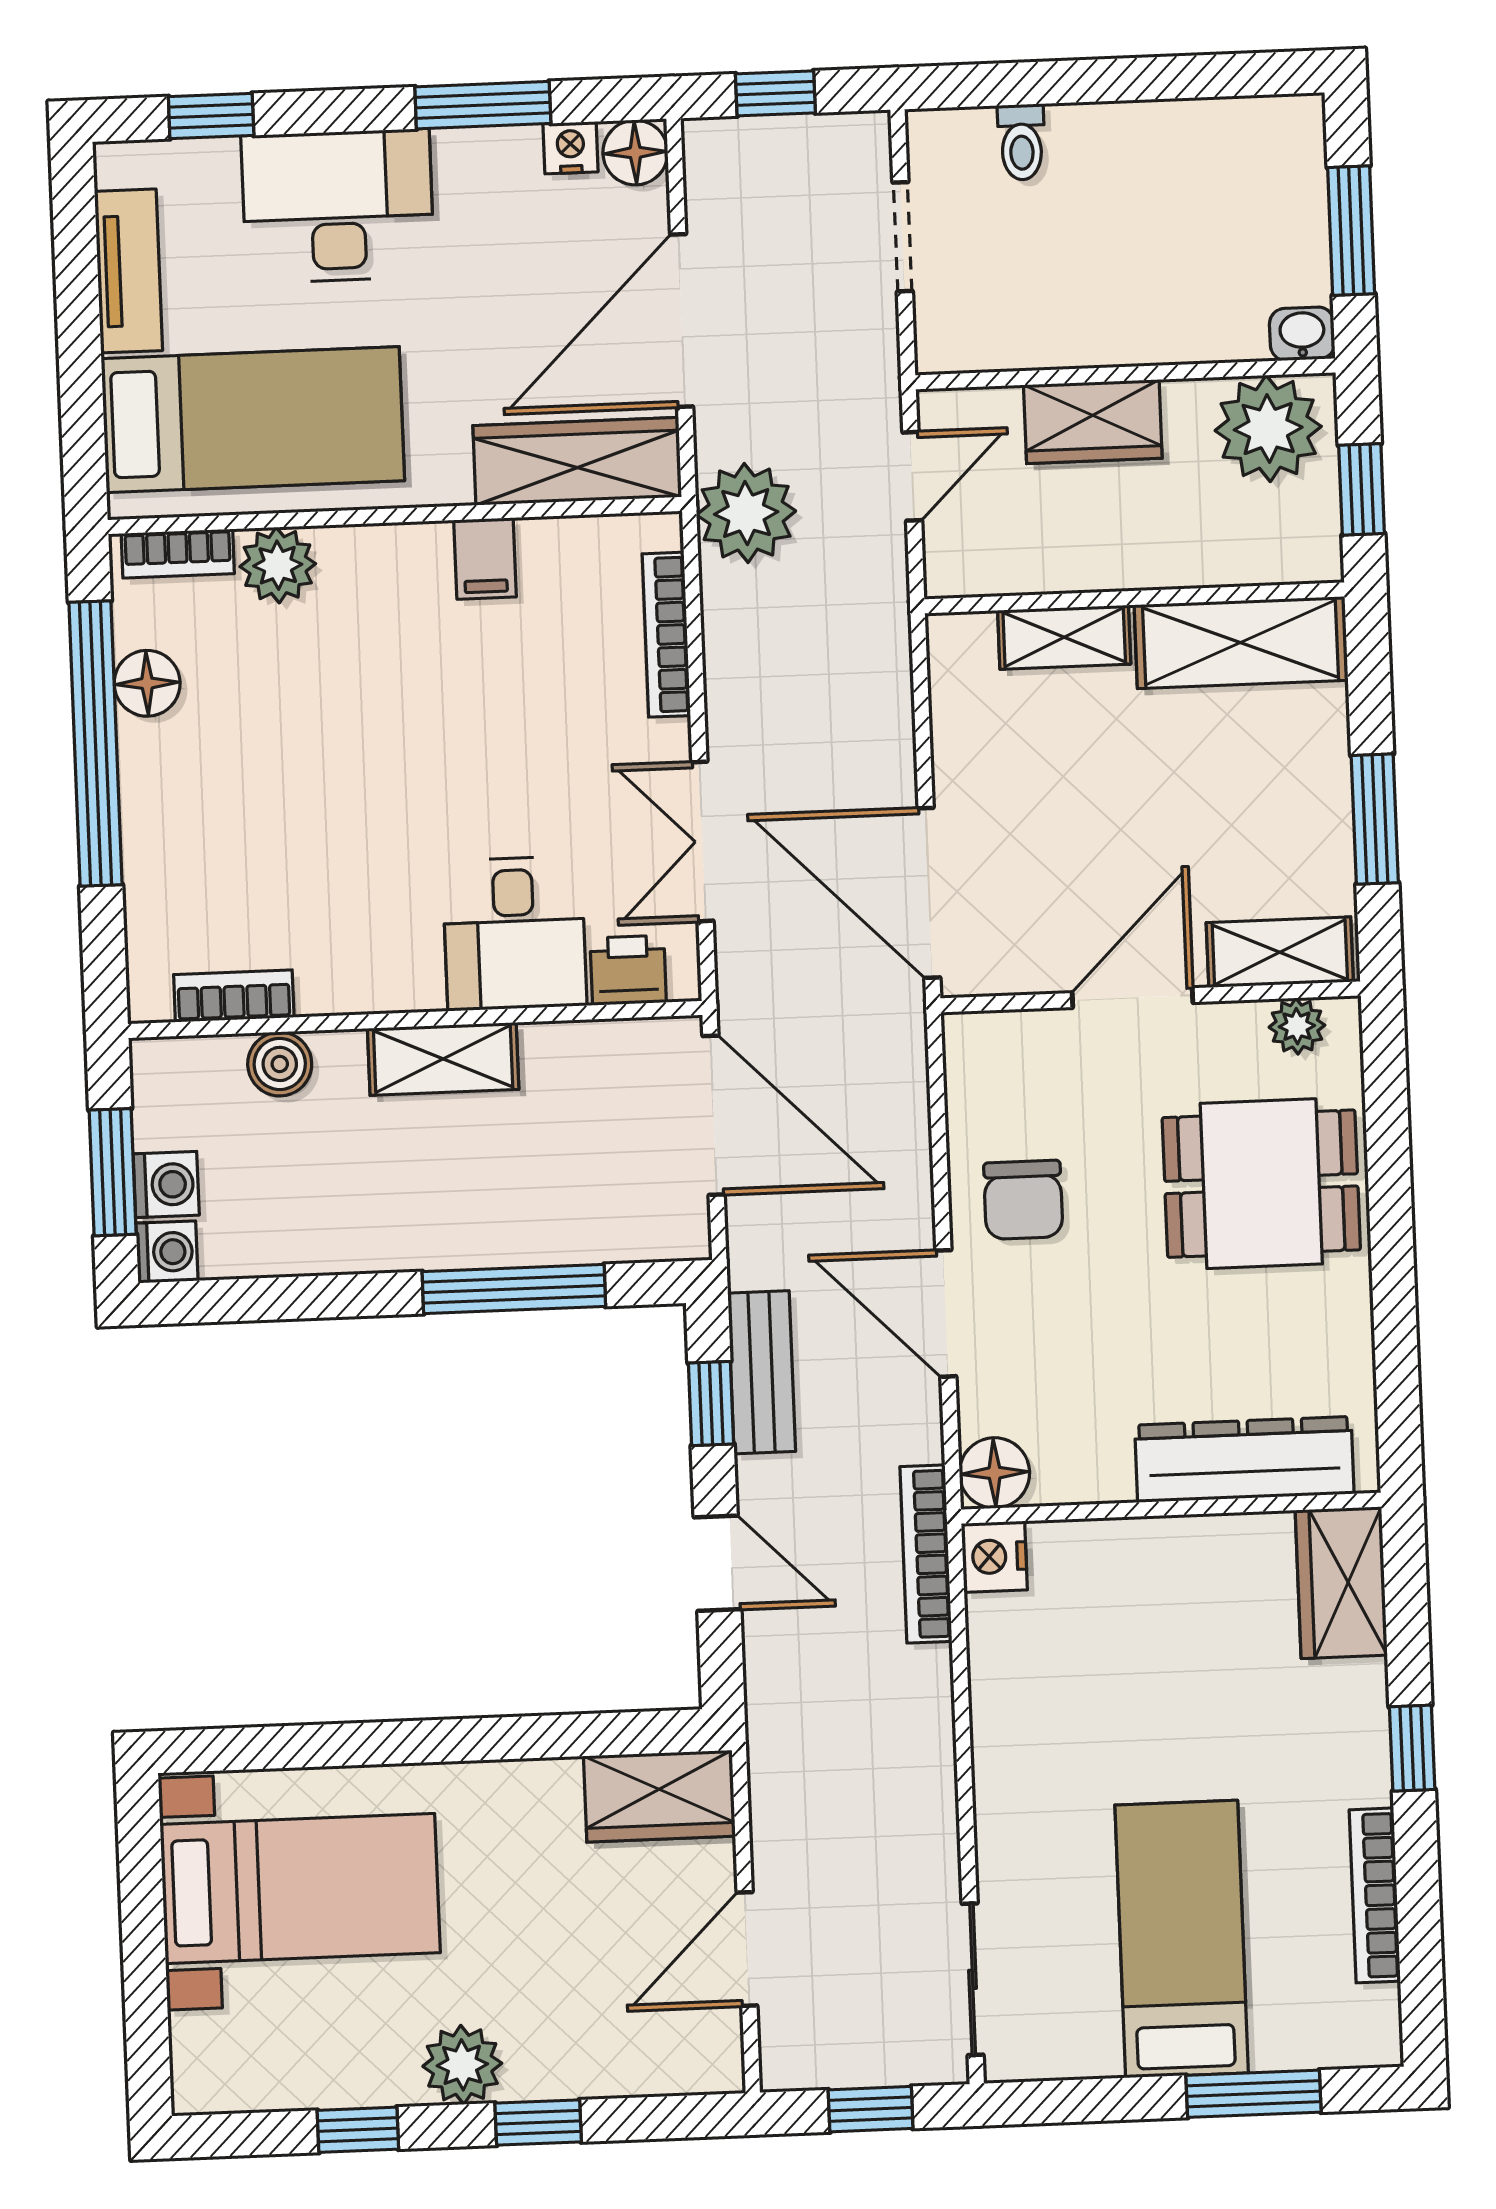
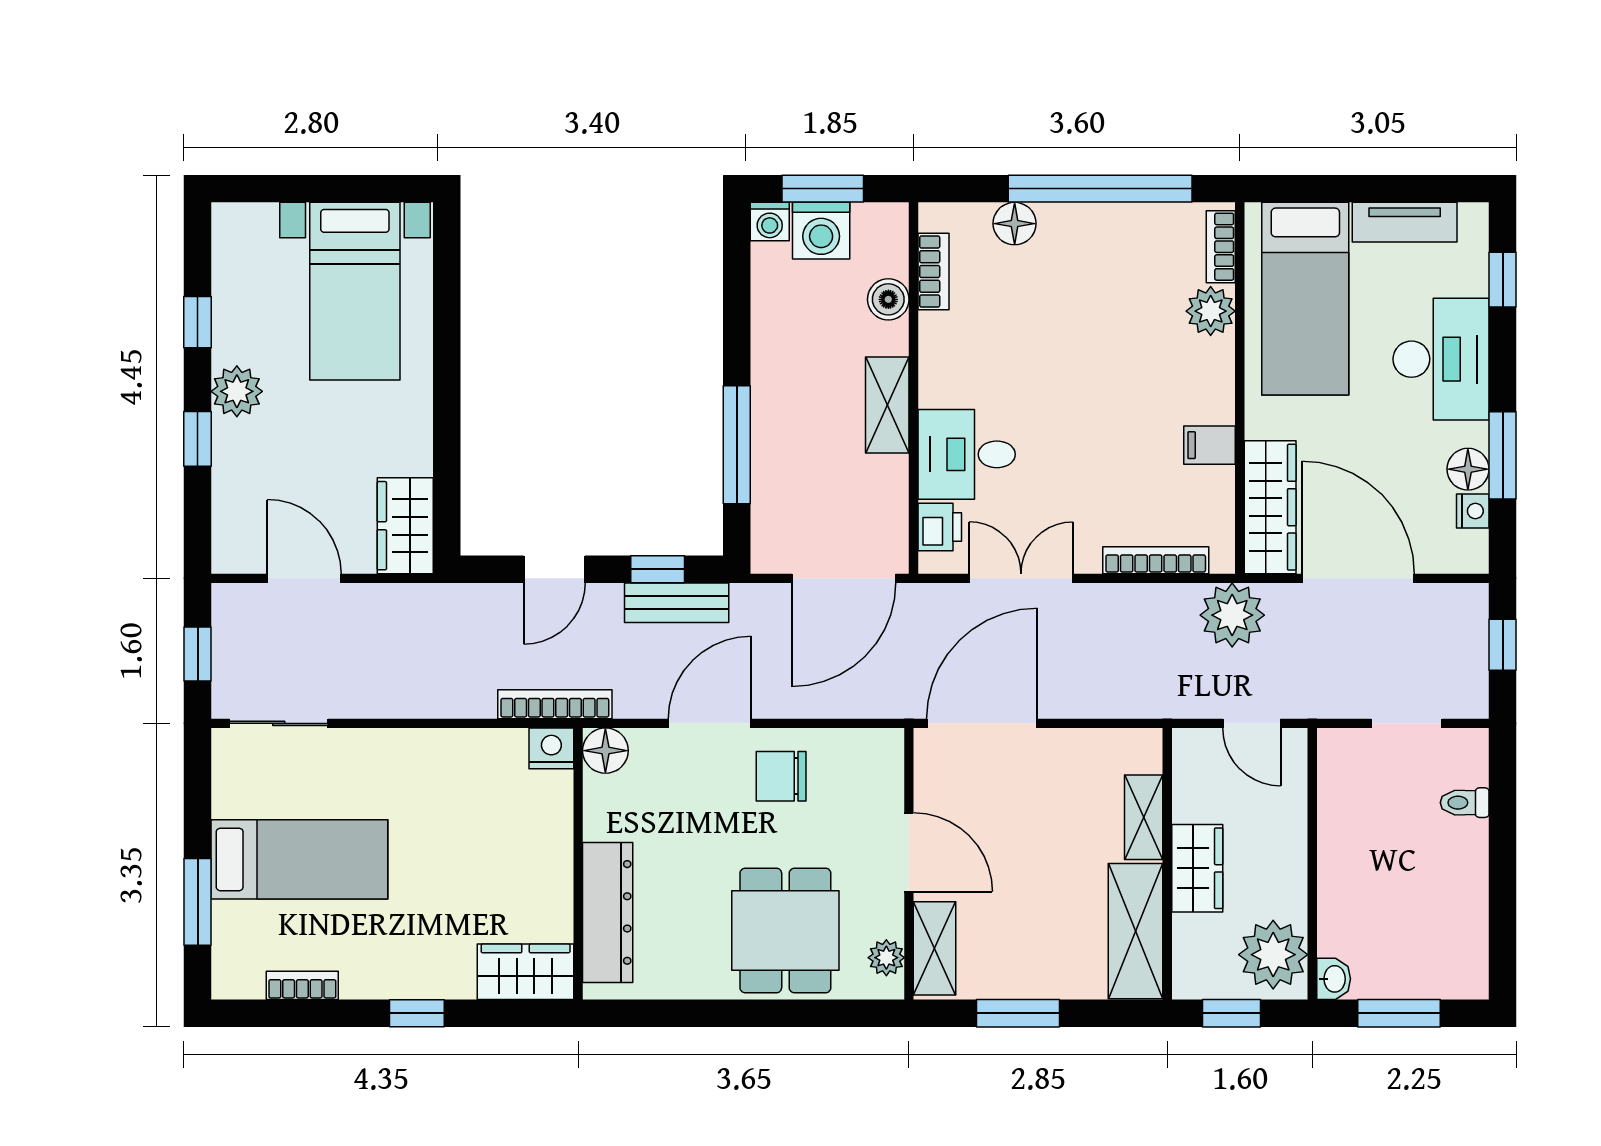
floor lamp: (635, 153) -> (1468, 469), moved
wardrobe: (1093, 422) -> (1197, 868), moved, turned 180
floor lamp: (147, 683) -> (1015, 224), moved
washing machine: (166, 1185) -> (821, 231), width x1.38, depth x1.38
bookcase: (1375, 1895) -> (302, 985), width x0.64

